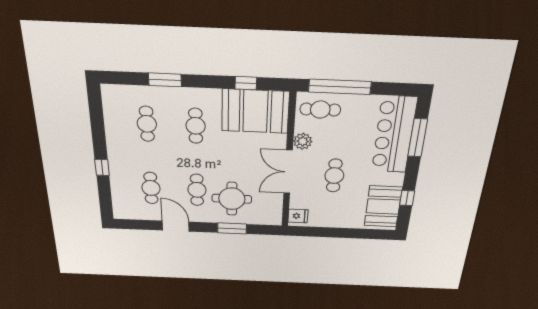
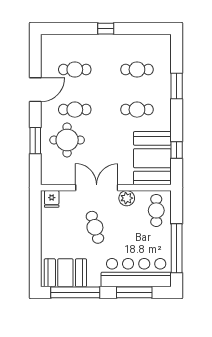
window: (340, 87) -> (177, 248), moved
window: (102, 167) -> (106, 29), moved
cafe table: (334, 176) -> (95, 227), turned 74
window: (407, 198) -> (75, 292), width x3.17

